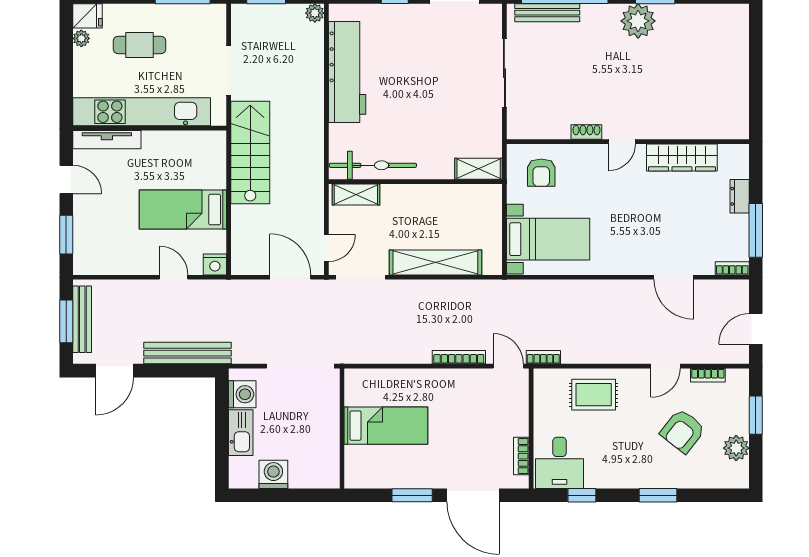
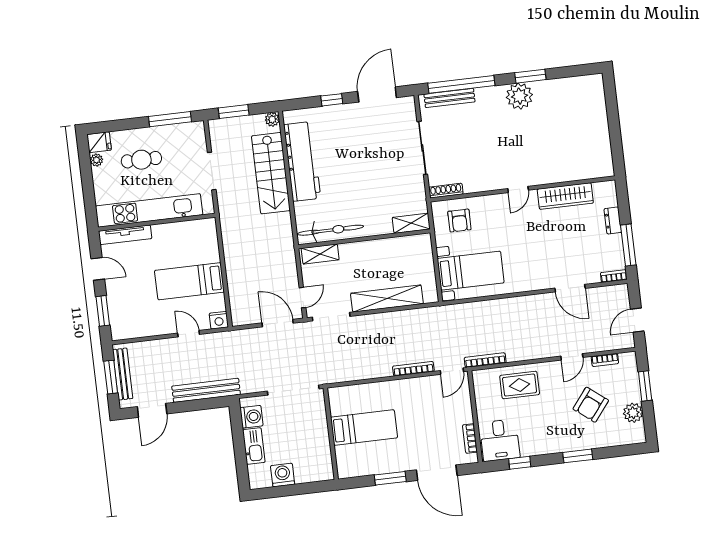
shoe rack: (586, 132) -> (446, 191), moved, width x1.43
stairs: (250, 152) -> (271, 173), moved, turned 180
bookcase: (543, 357) -> (485, 360), width x1.56
door: (508, 366) -> (452, 371), swing flipped

